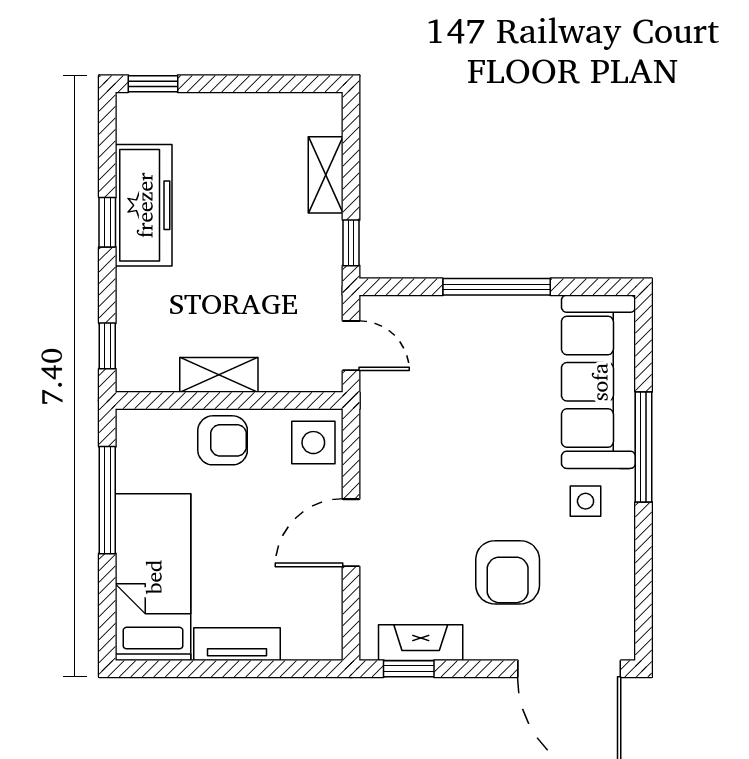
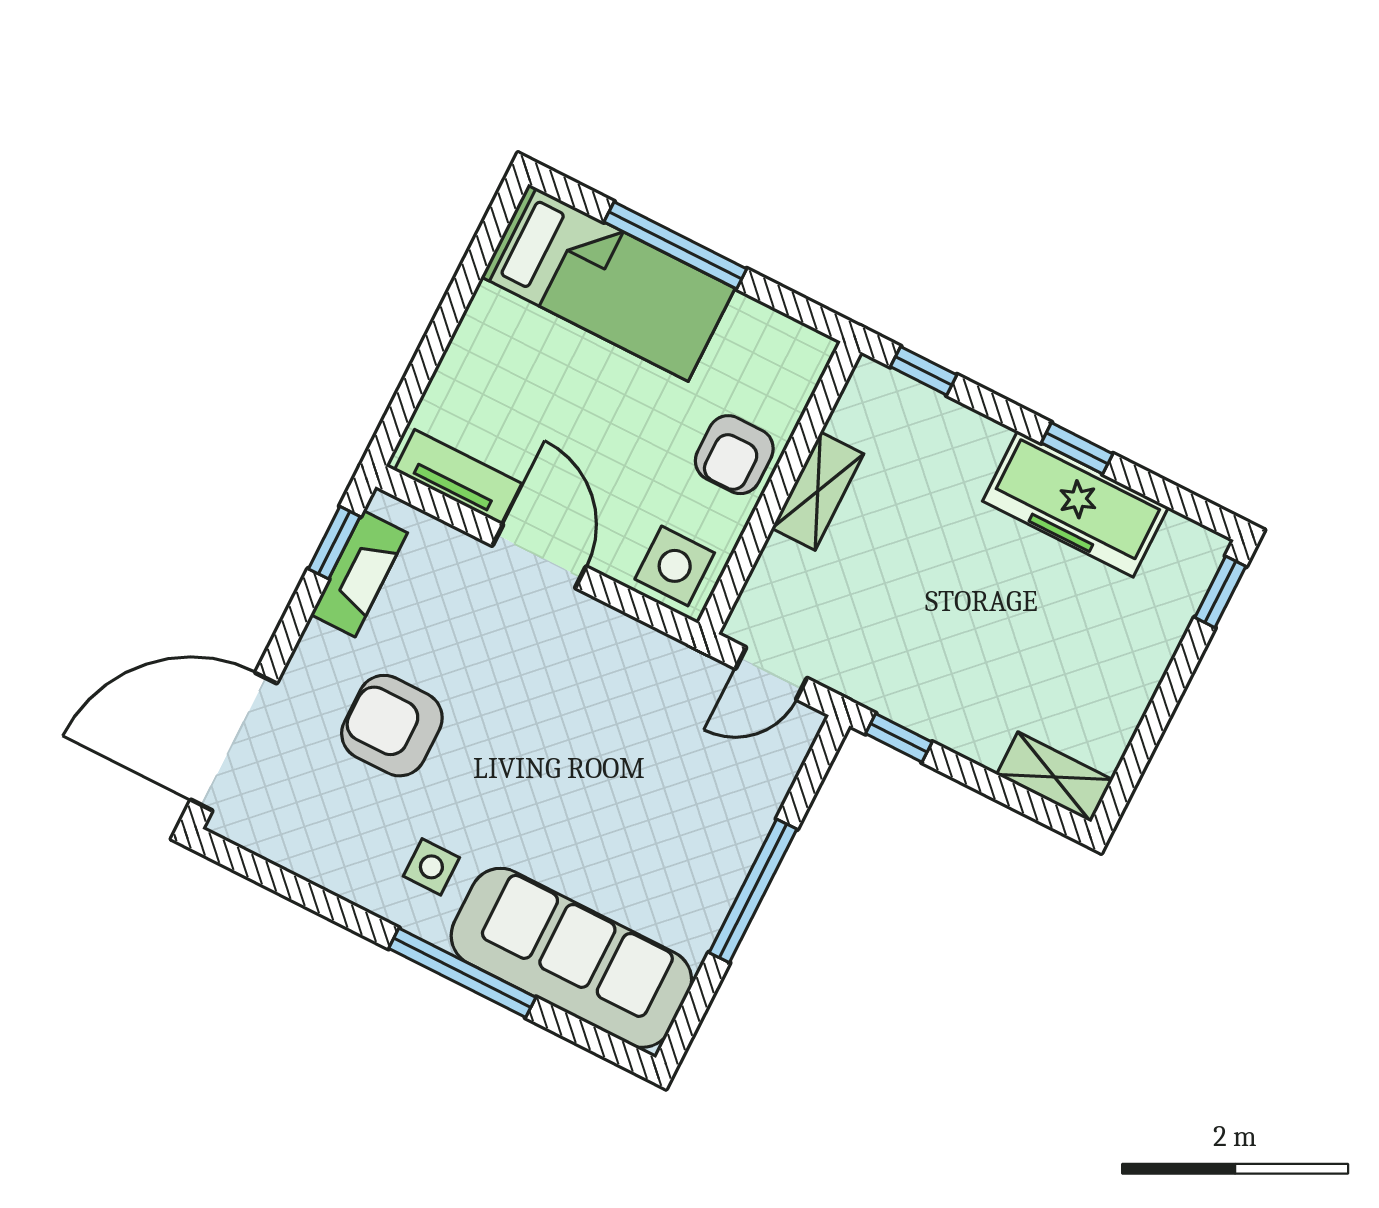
shelving: (326, 175) -> (1055, 777), moved
window: (107, 500) -> (675, 245), moved
tv unit: (237, 644) -> (458, 477), moved, turned -90

